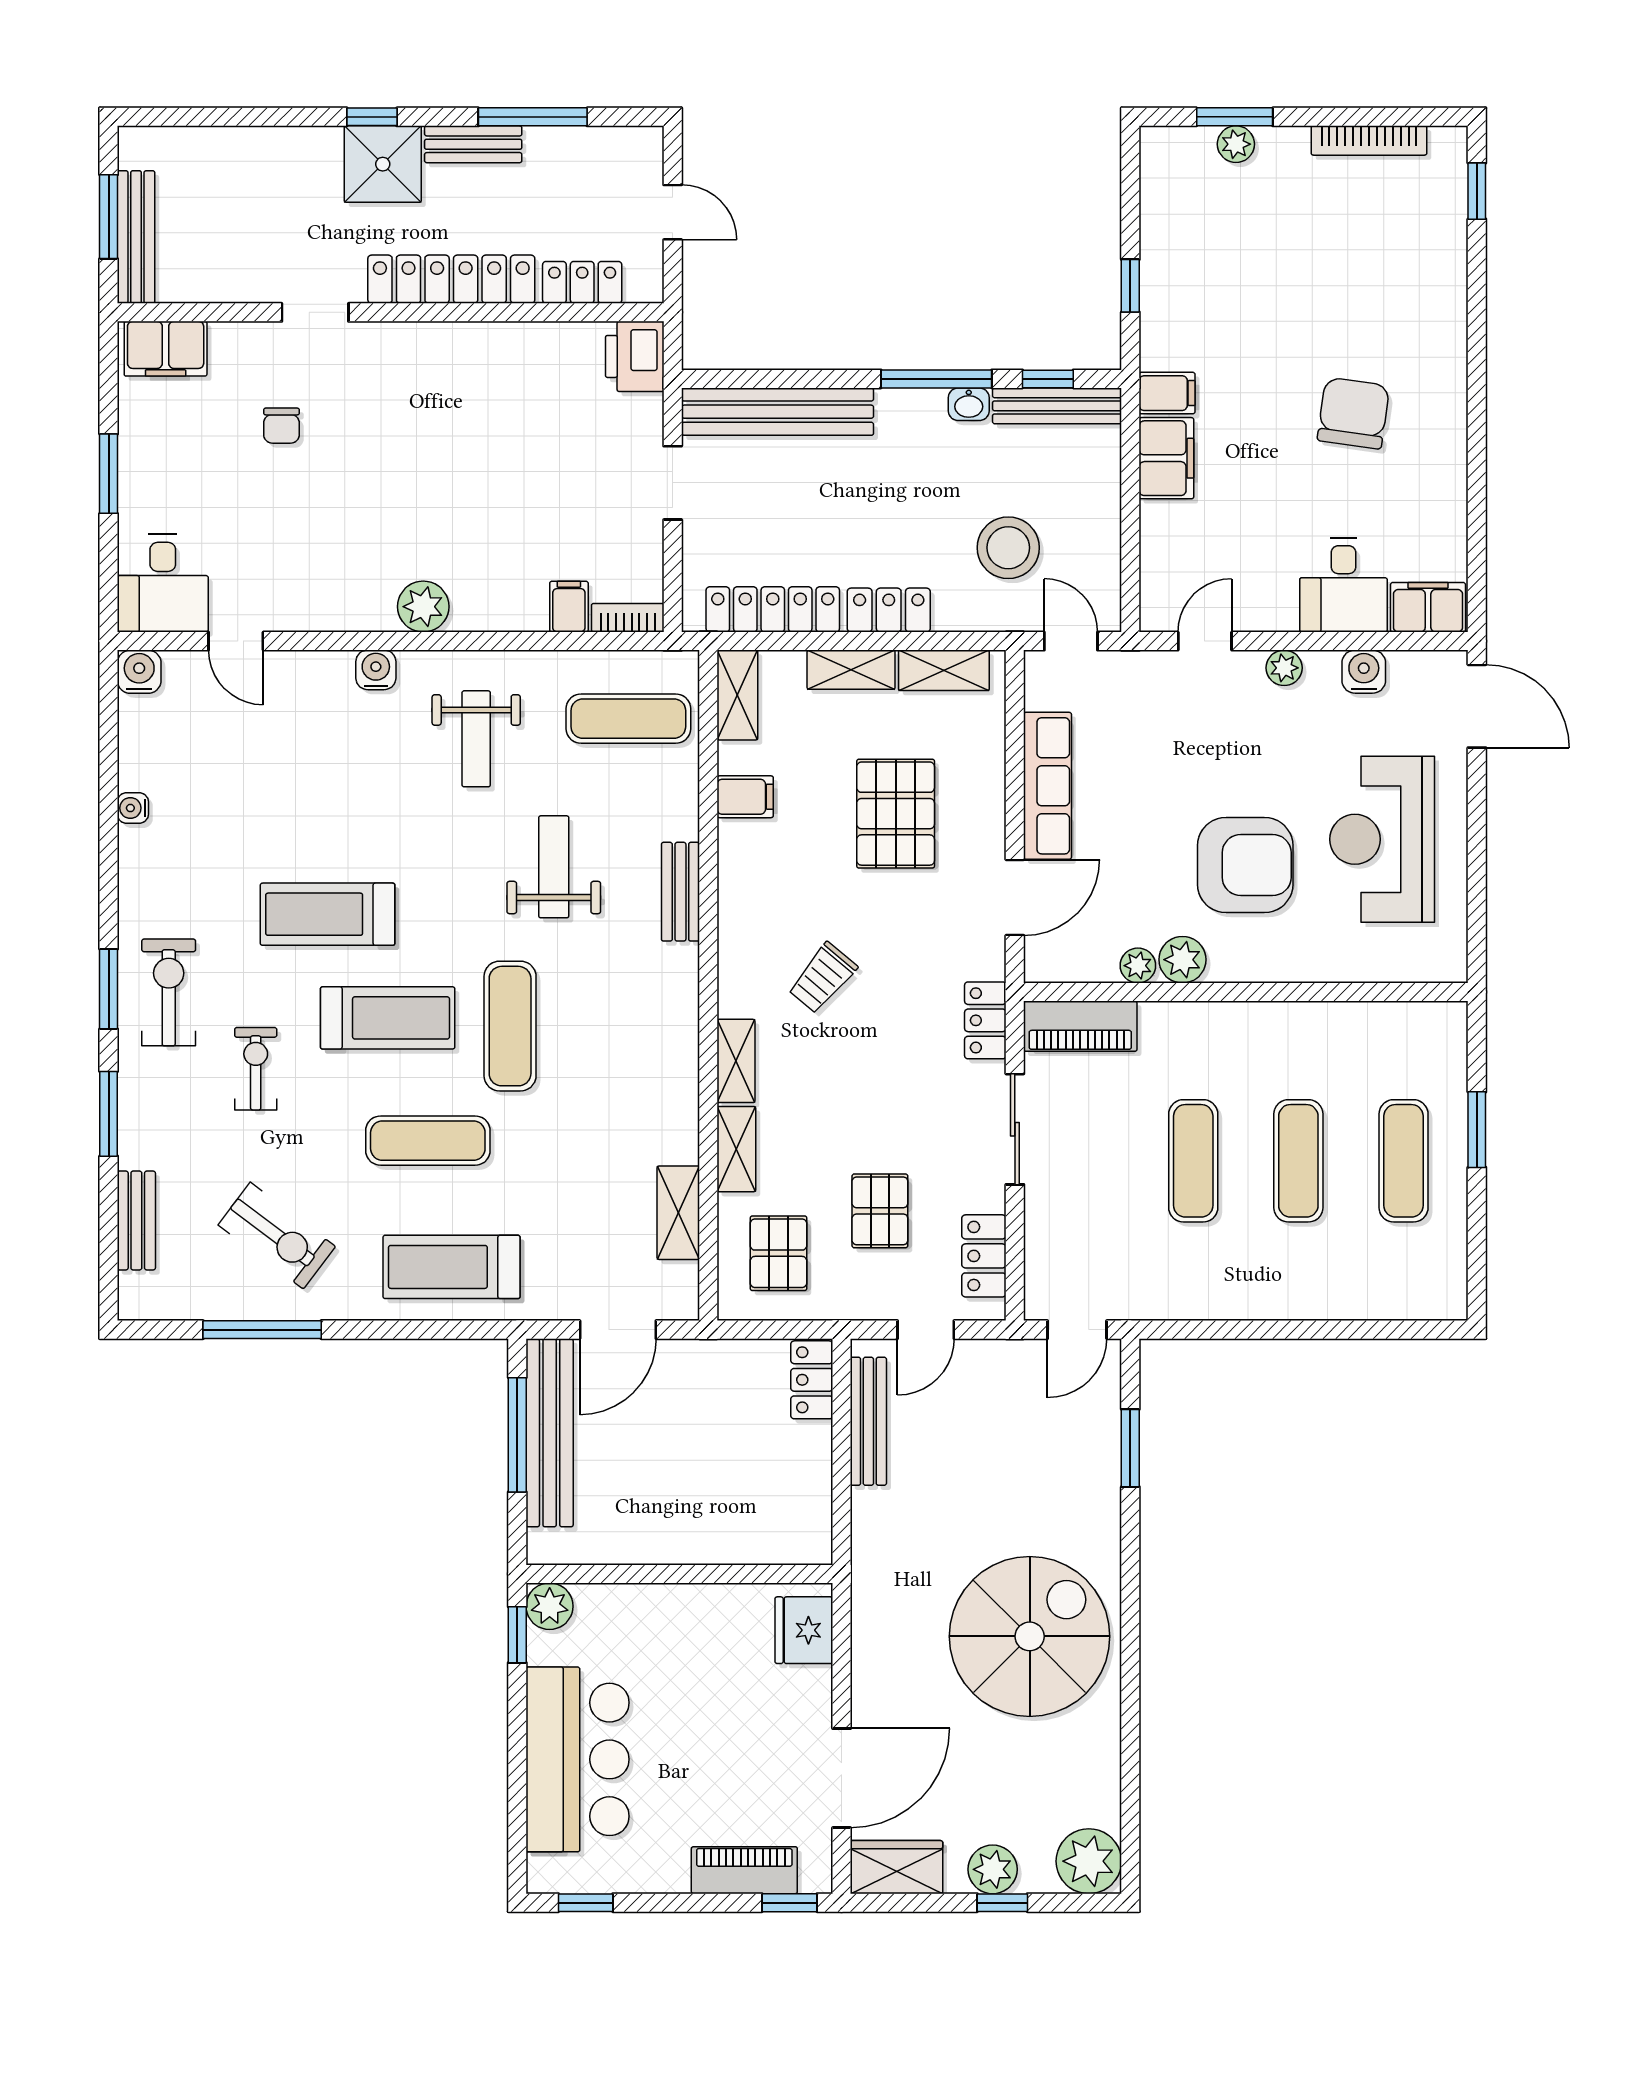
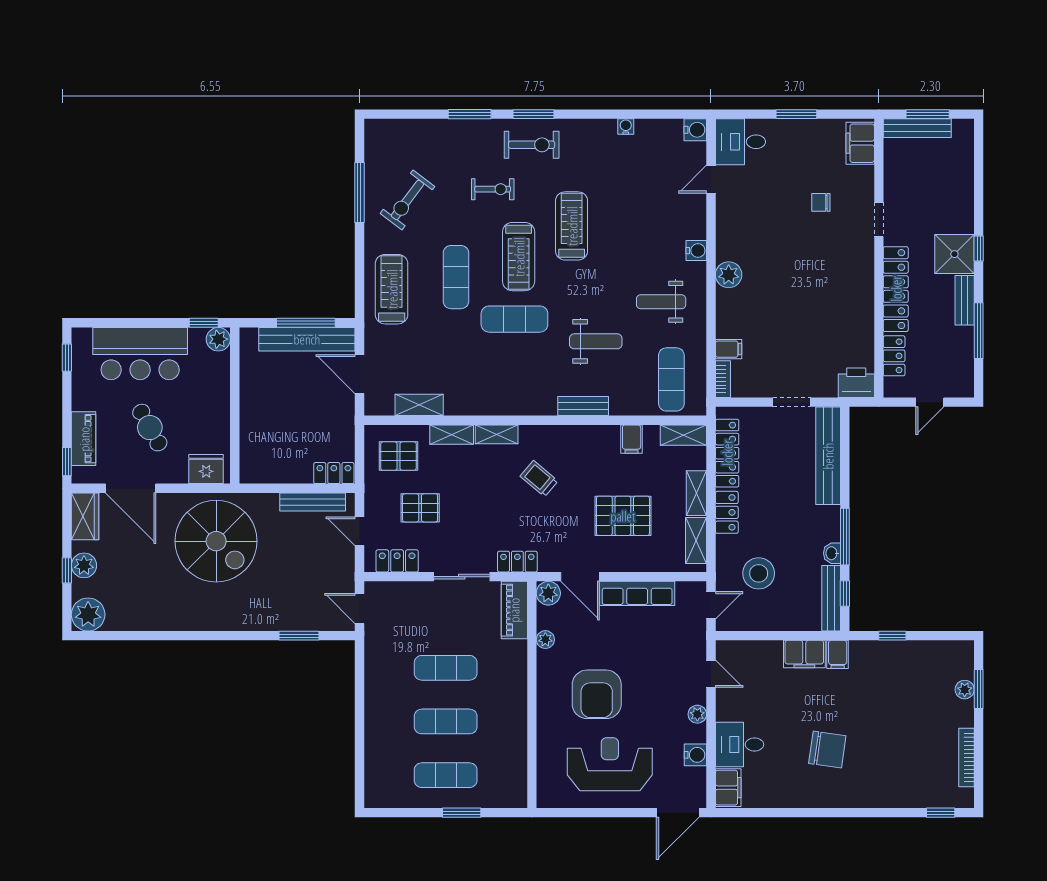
plant: (1182, 960) -> (548, 593), moved
bench: (136, 1221) -> (415, 128), removed
spiral stairs: (1030, 1636) -> (216, 541), moved
cafe table: (723, 1740) -> (150, 428), added

